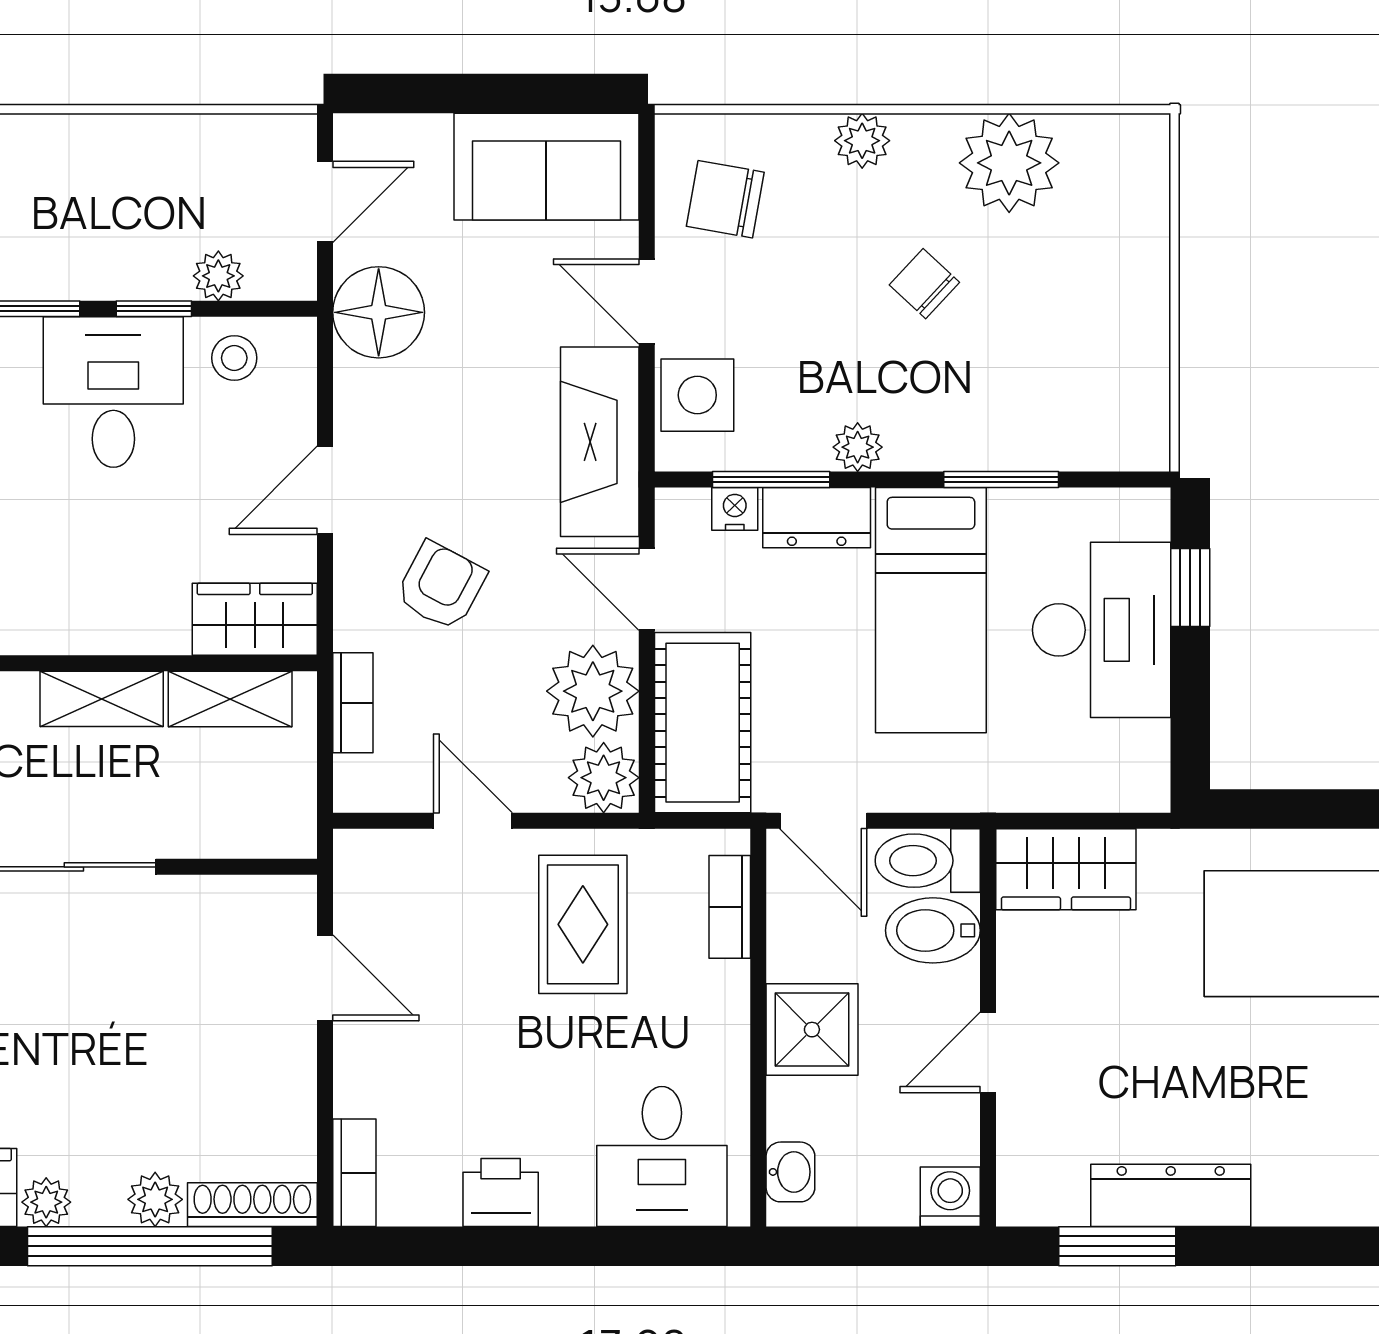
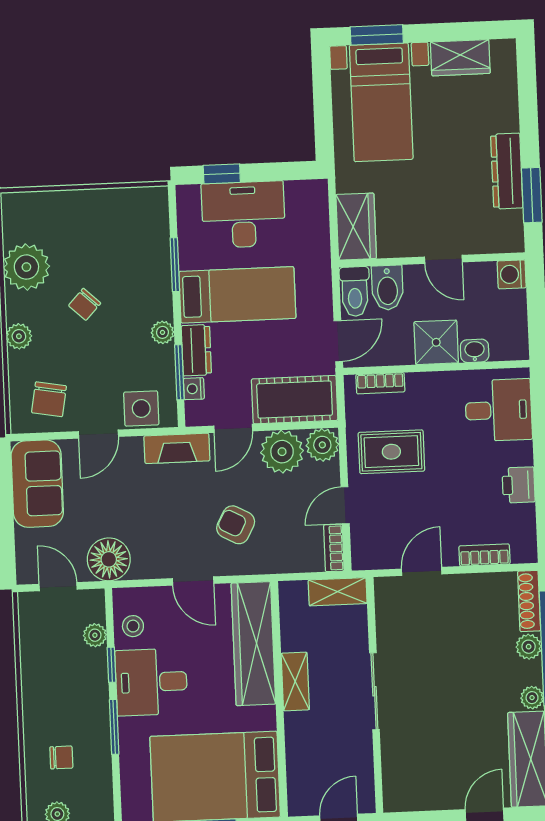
fireplace: (600, 442) -> (177, 448), width x0.73, depth x0.76
wardrobe: (255, 619) -> (253, 644), width x2.10, depth x1.17
shelving: (230, 699) -> (338, 592), moved, turned 90
bookcase: (353, 703) -> (334, 548), moved, turned -90
washbasin: (790, 1172) -> (475, 351), moved
bookcase: (354, 1173) -> (484, 555), moved

